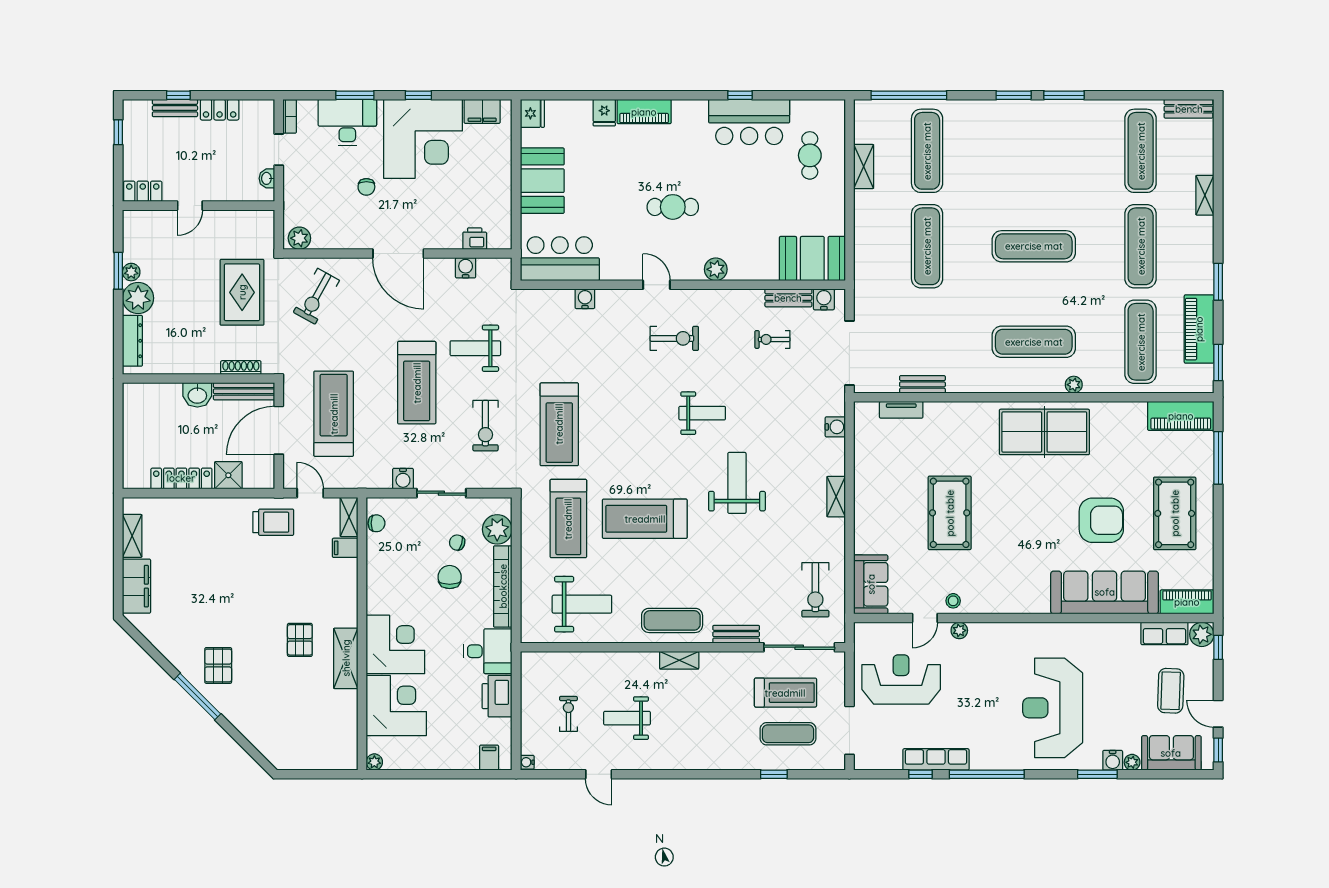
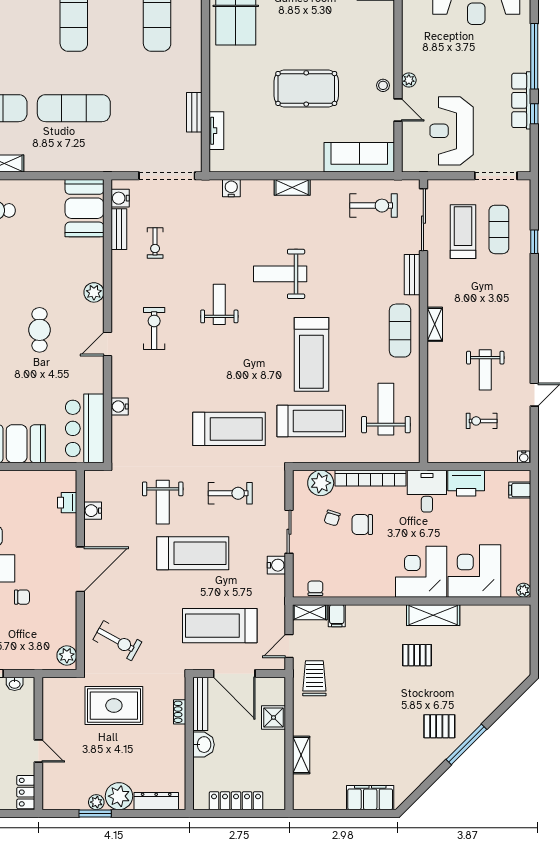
shoe rack: (241, 368) -> (180, 712), width x0.70
locker: (181, 478) -> (236, 801), moved, turned 90
shelving: (132, 536) -> (301, 755), moved, turned 90
sofa: (871, 584) -> (359, 157), width x1.36

